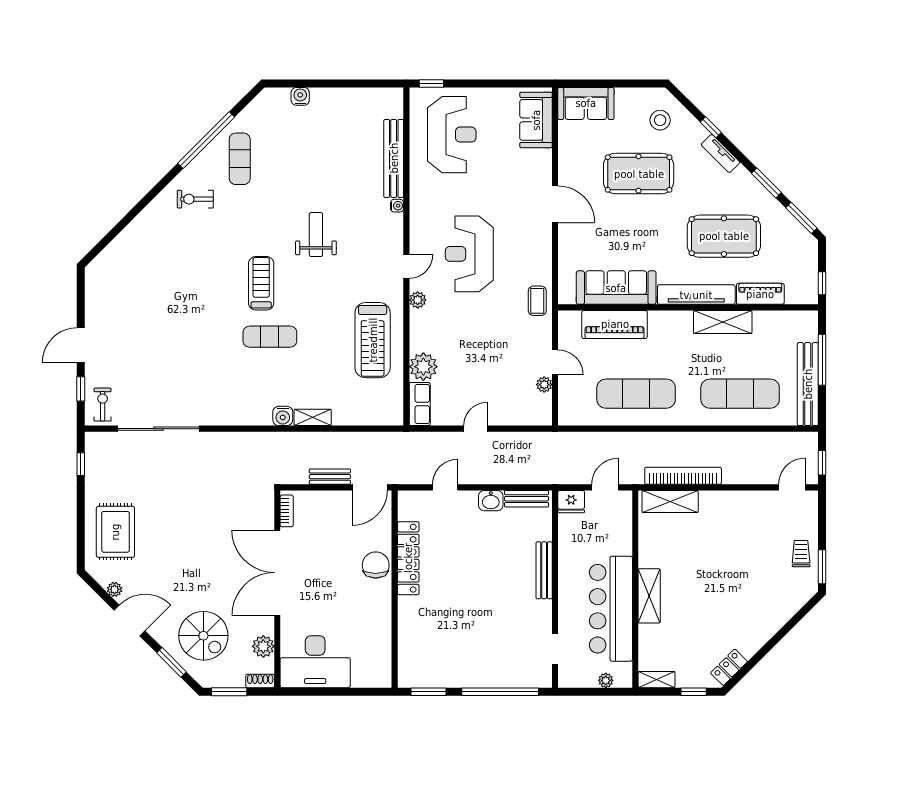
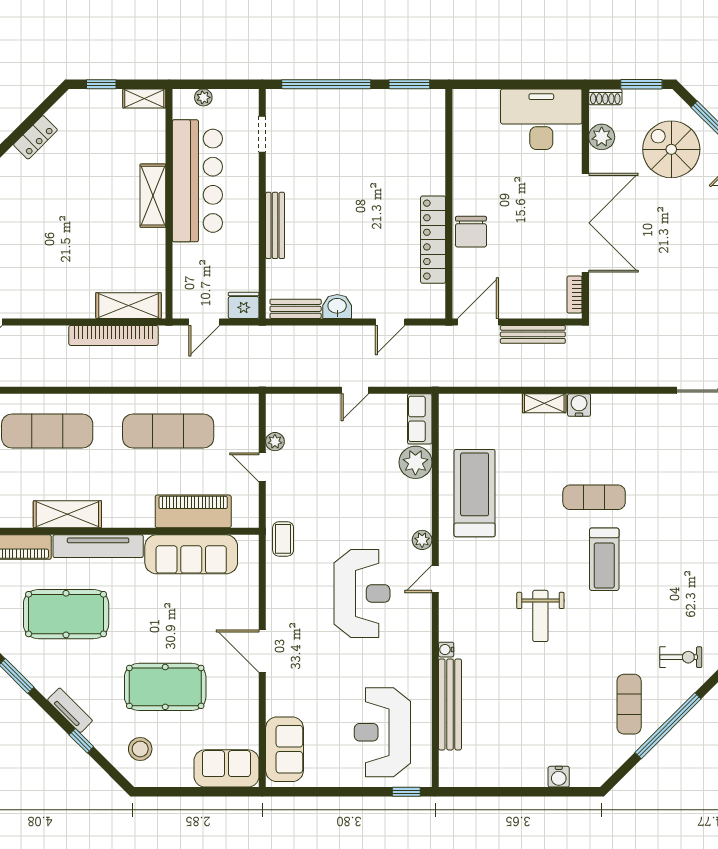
bench: (330, 477) -> (533, 334), width x1.36
locker: (729, 667) -> (35, 137), moved

